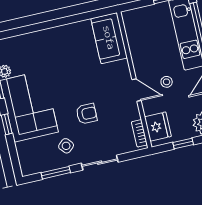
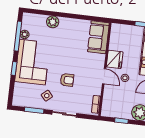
plant: (37, 40) -> (53, 22), added
fridge: (158, 127) -> (115, 59), moved

